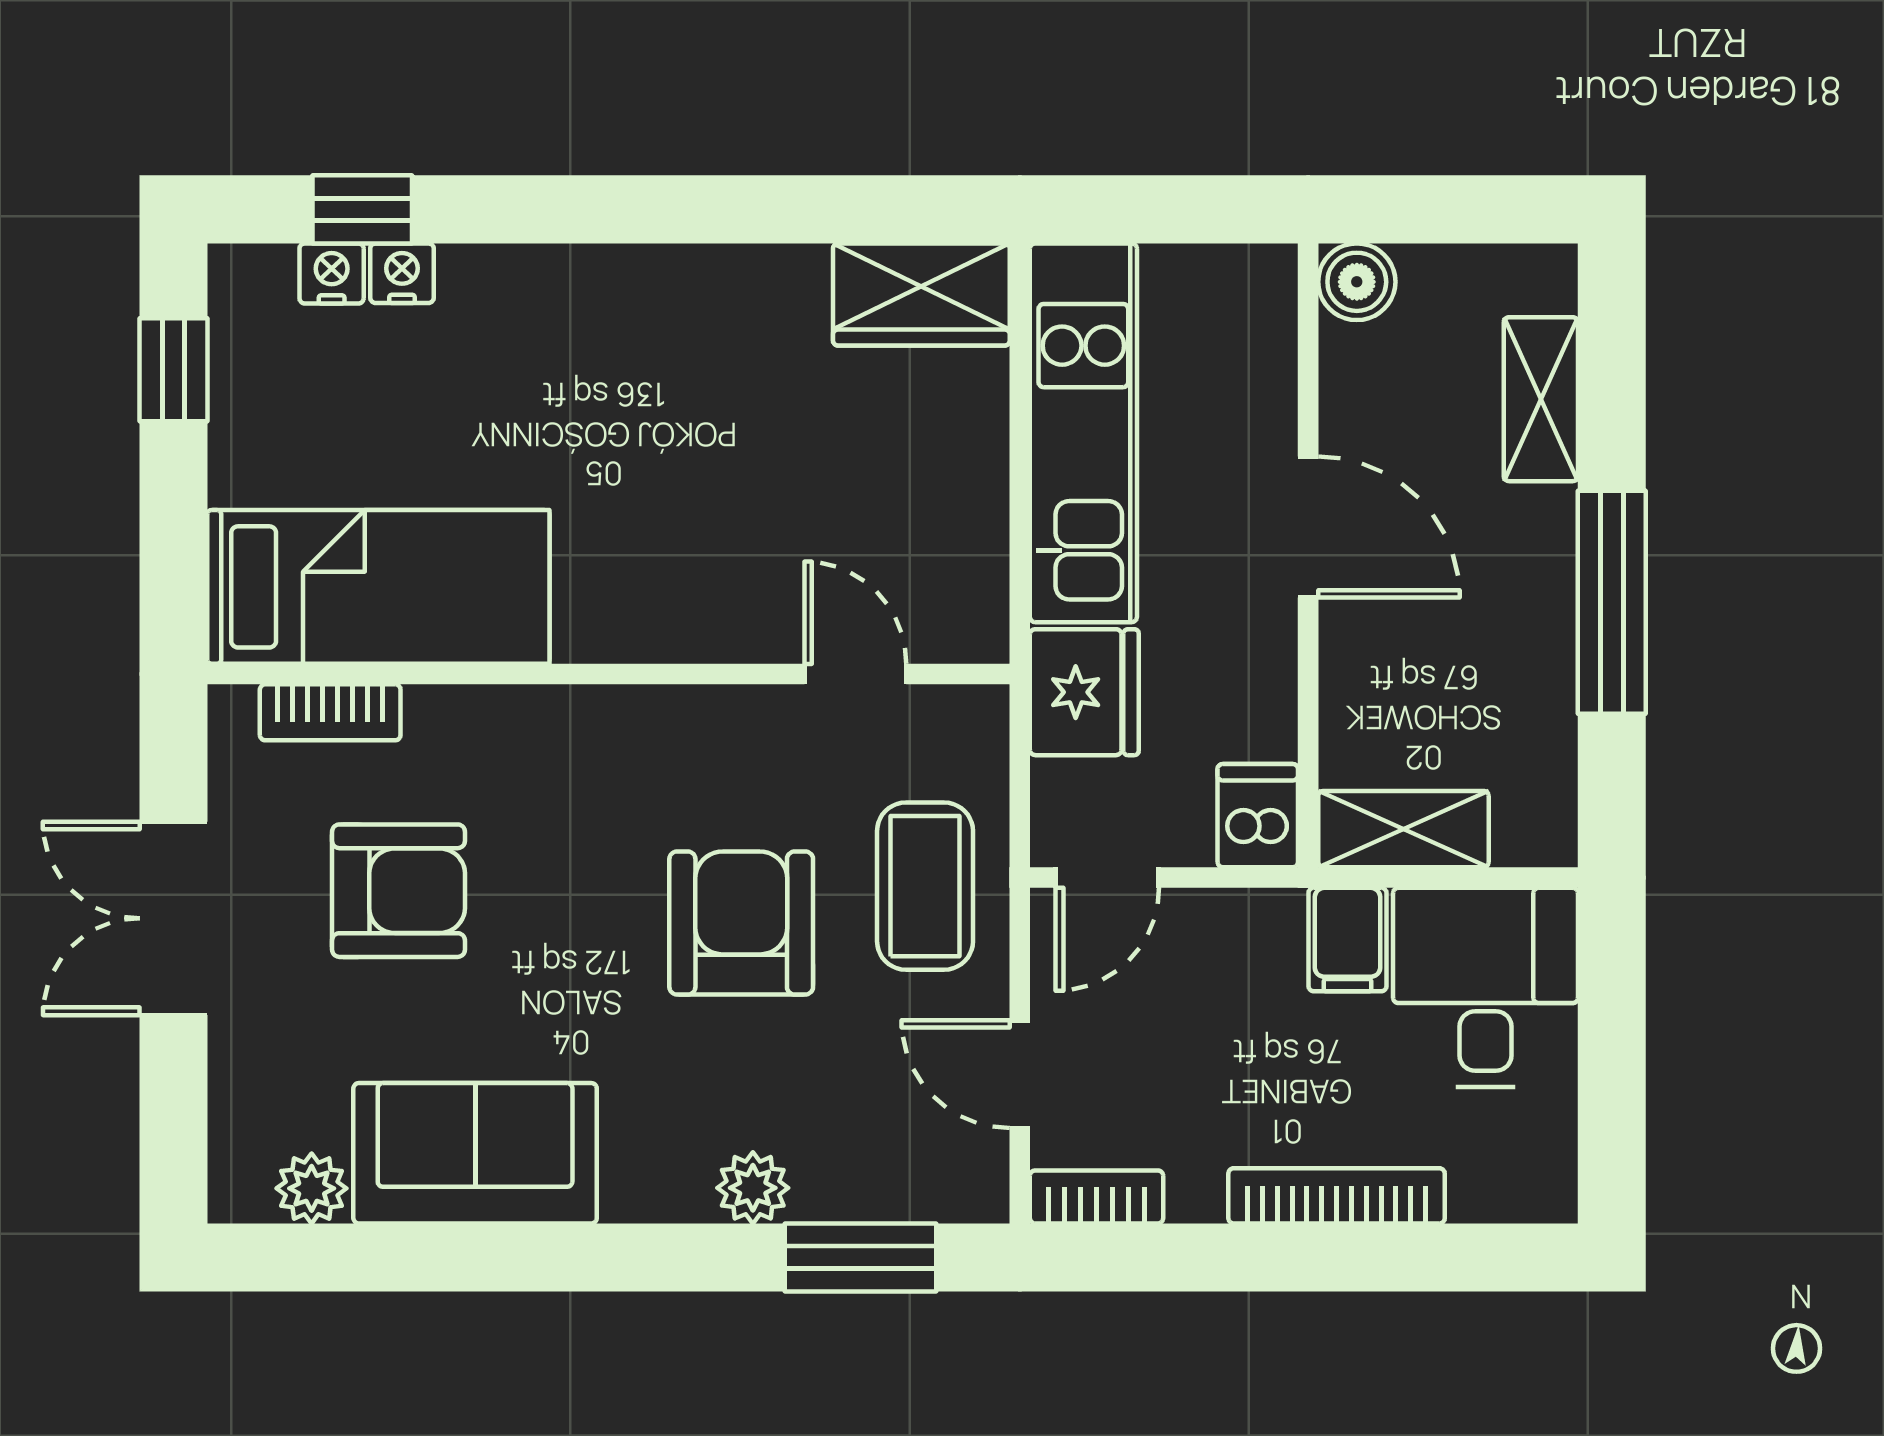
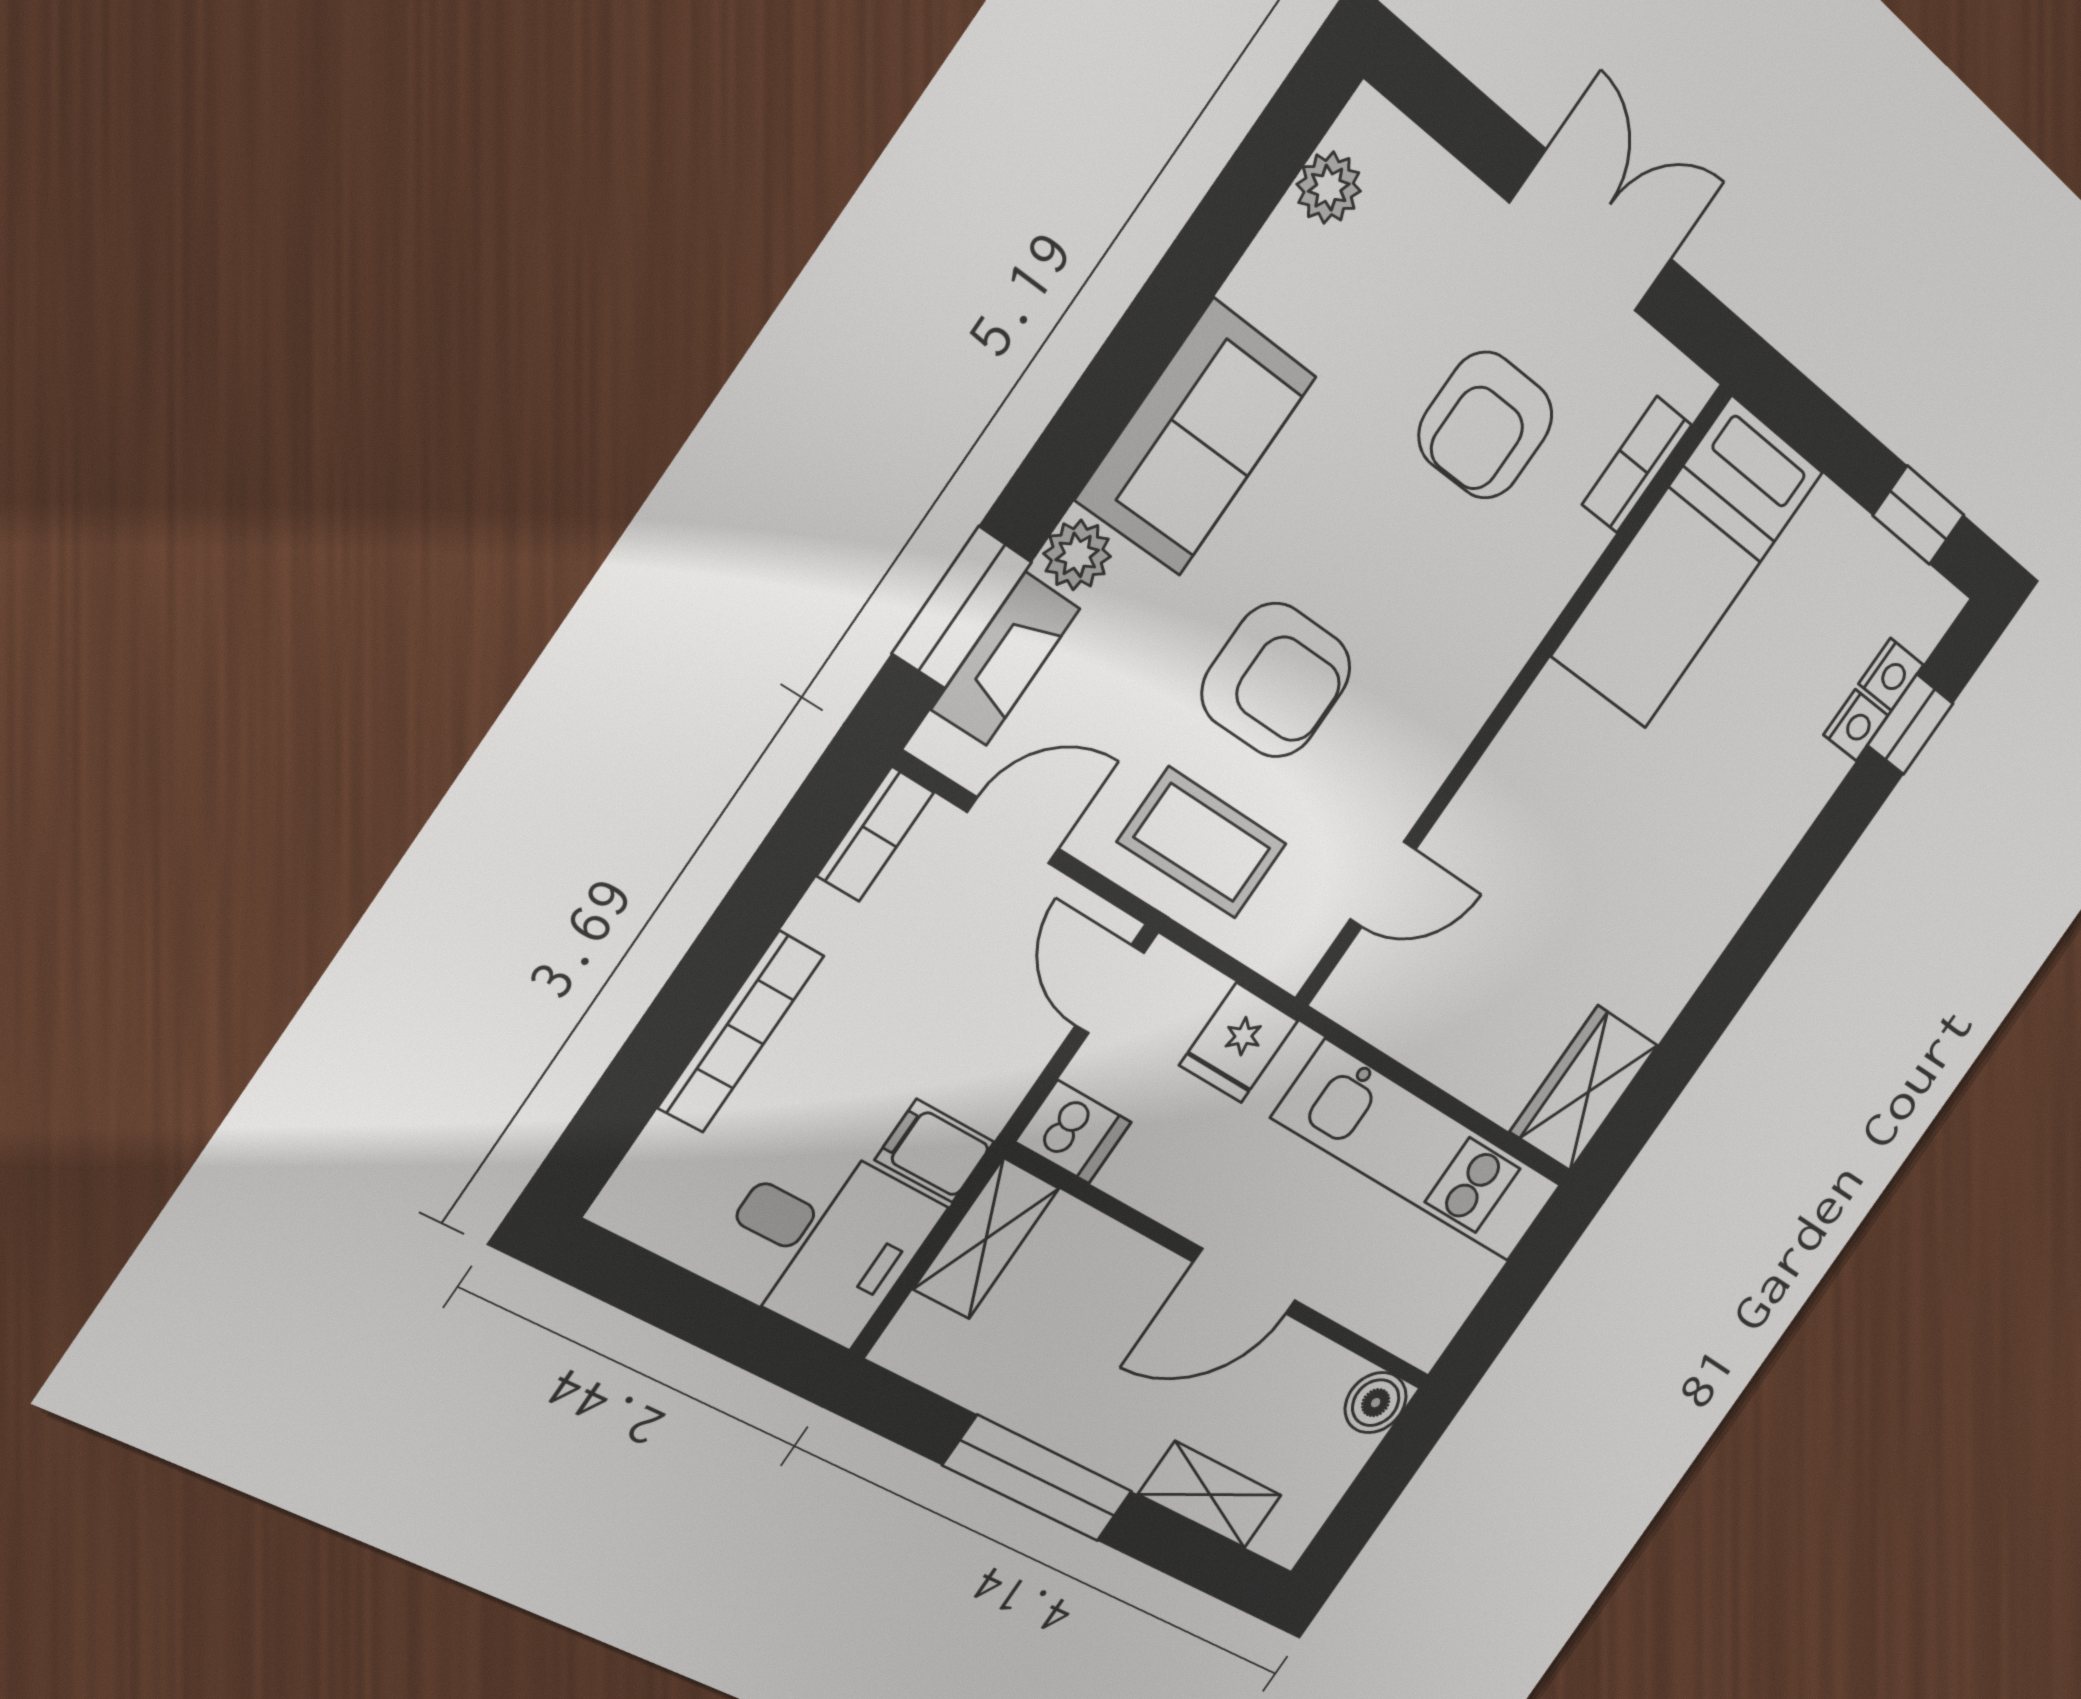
fridge: (1084, 692) -> (1239, 1043), width x0.72
sofa: (475, 1153) -> (1196, 438), moved
fireplace: (879, 1188) -> (1006, 659), added

